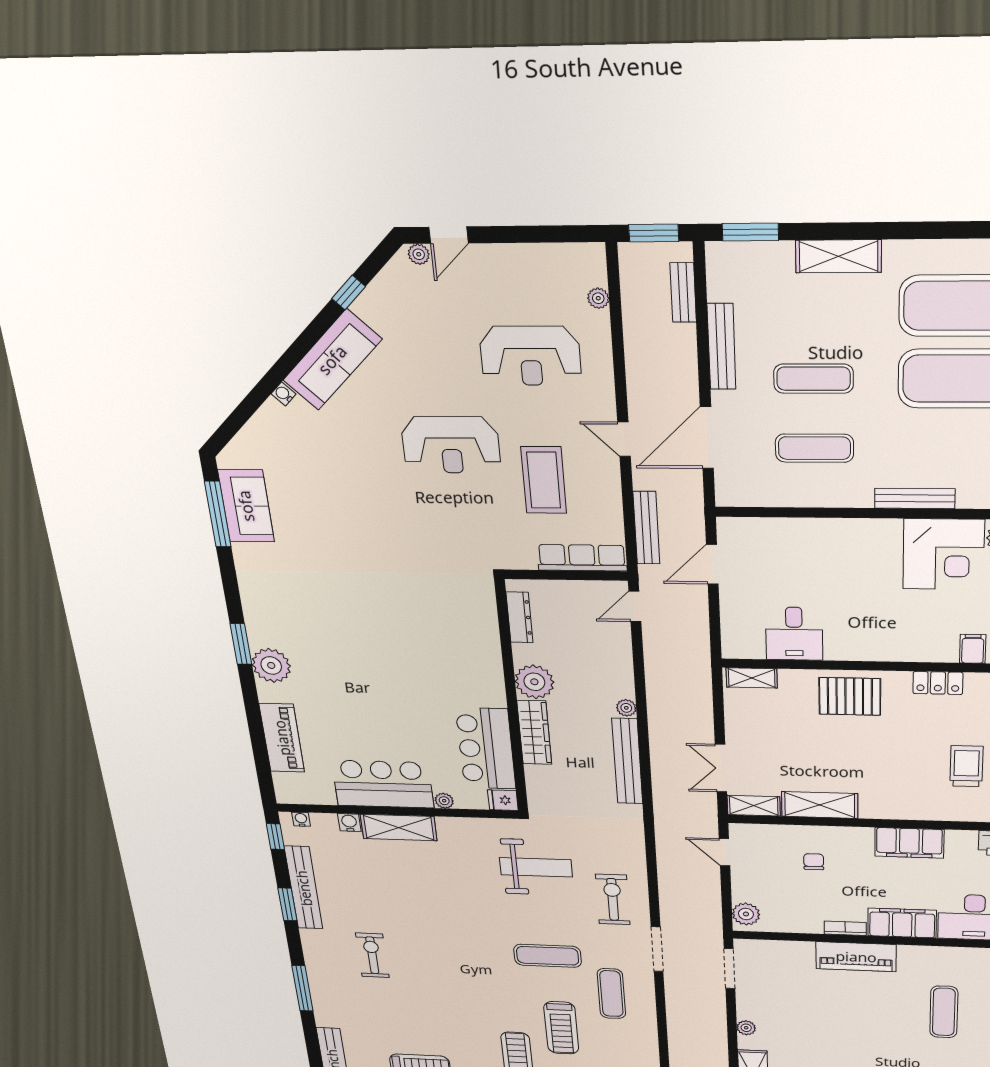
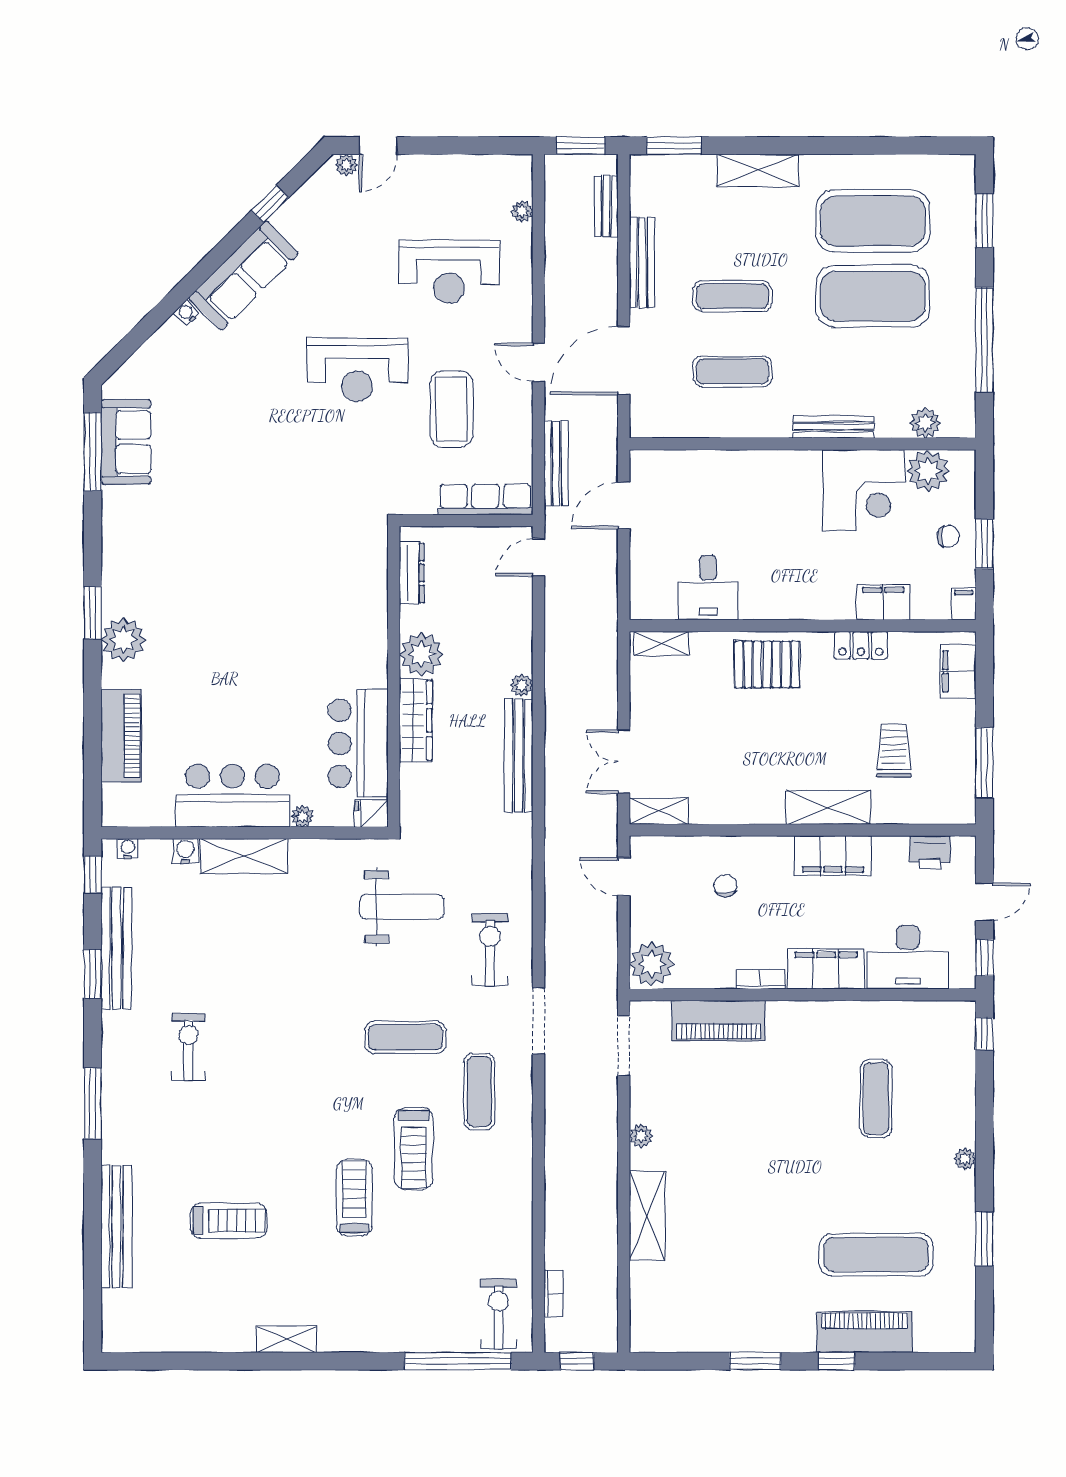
filing cabinet: (973, 649) -> (883, 602), width x2.00
shelving: (820, 805) -> (828, 807), moved
plant: (746, 914) -> (652, 964), width x1.36, depth x1.36
piano: (856, 957) -> (719, 1021), moved

